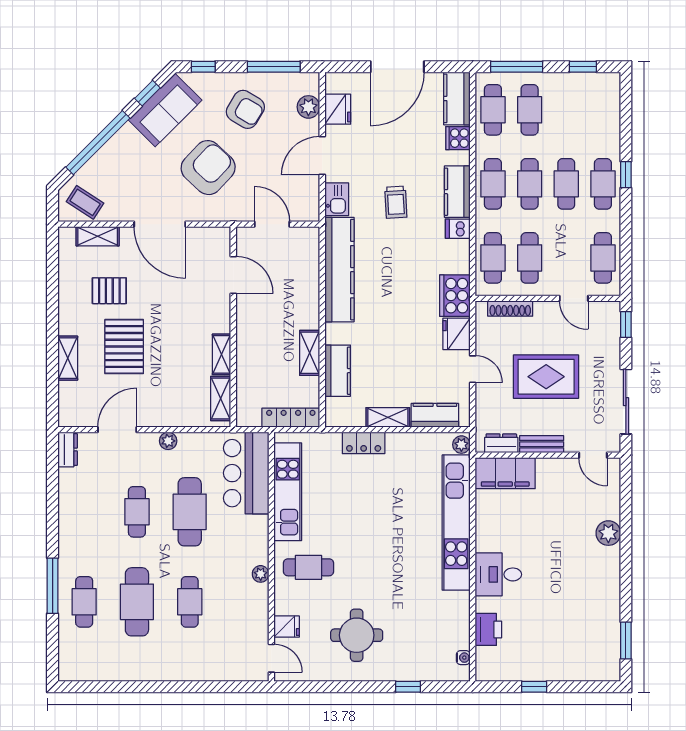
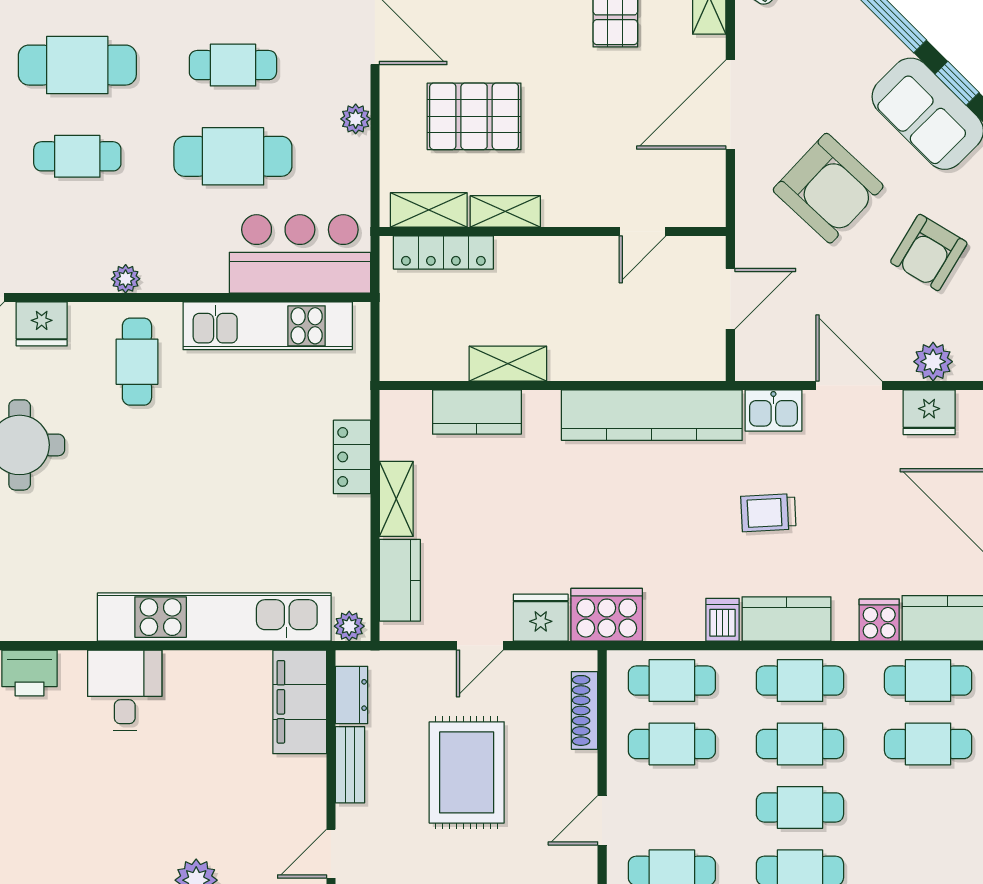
door: (233, 275) -> (643, 232), width x0.73
pallet: (124, 347) -> (474, 116), moved
locker: (291, 418) -> (443, 253), moved, turned 90
fridge: (287, 627) -> (42, 324), width x1.38

